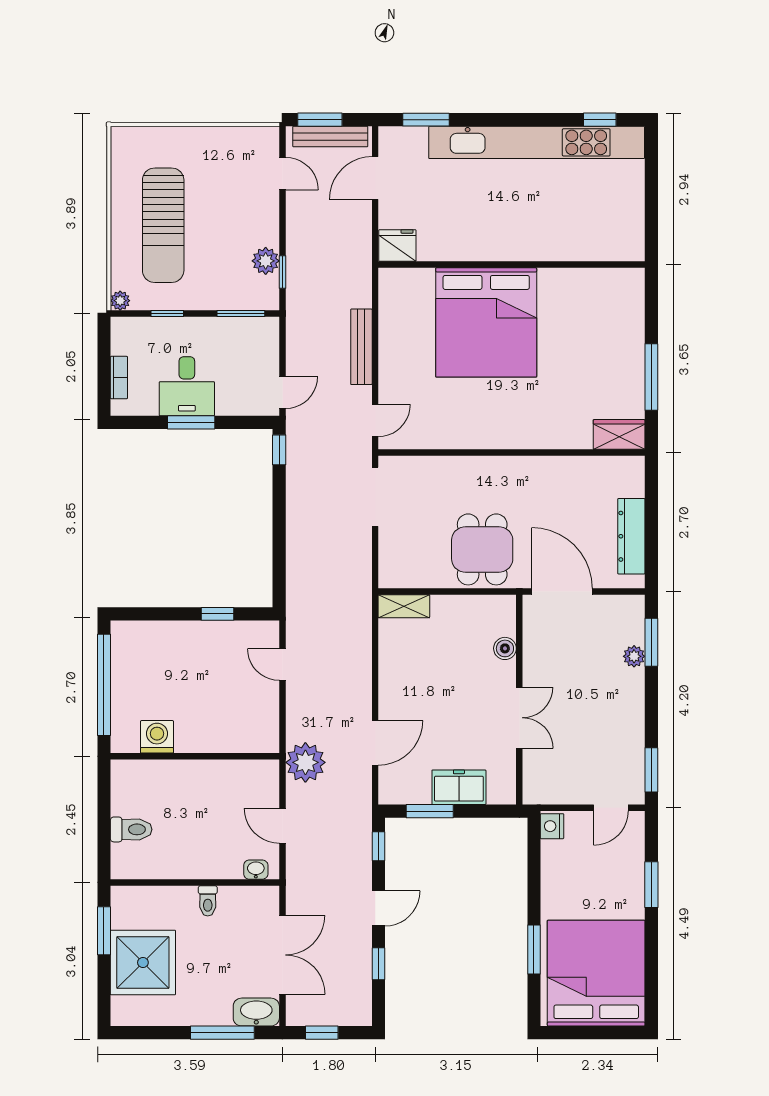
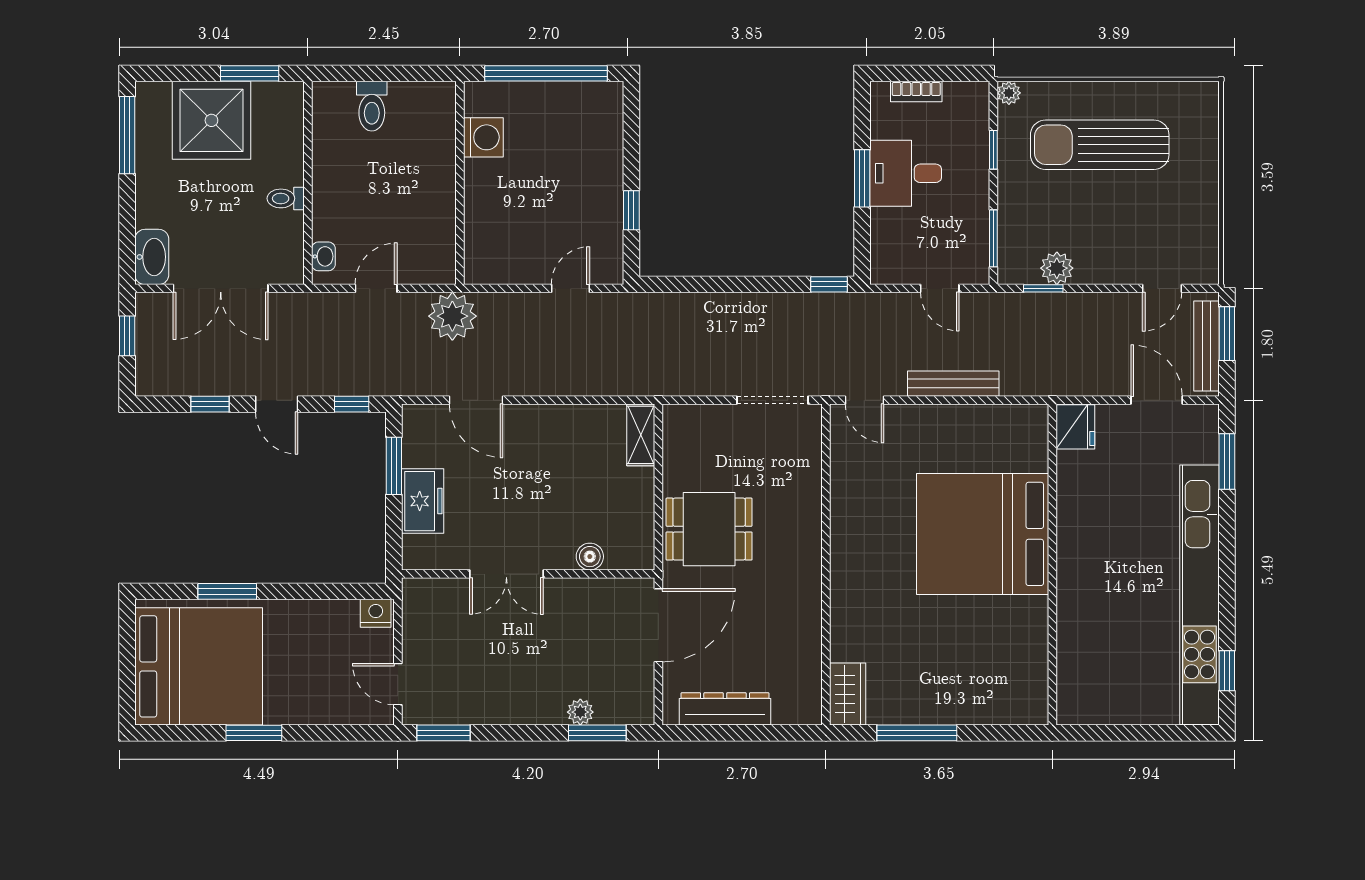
door: (282, 392) -> (940, 288), moved
window: (651, 885) -> (254, 733), moved
window: (222, 1033) -> (127, 135), moved

